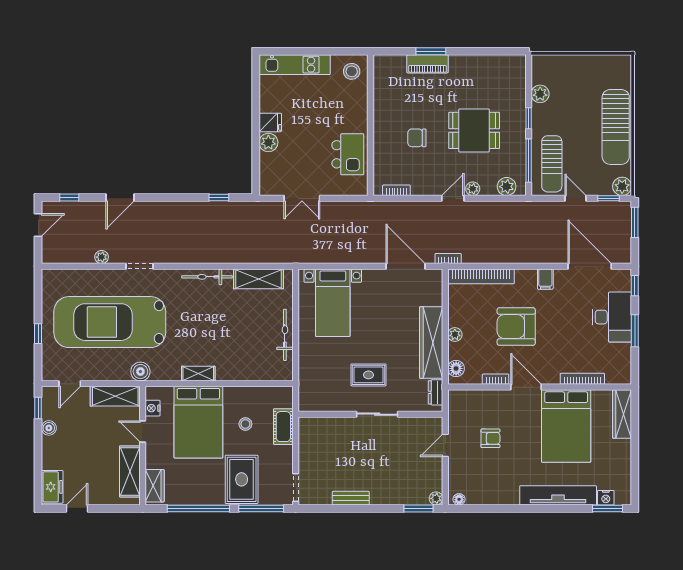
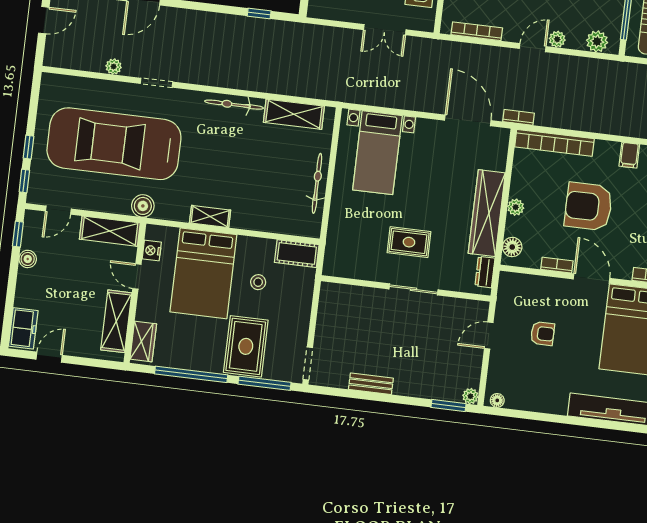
bookcase: (396, 190) -> (477, 31), width x1.56
double door: (302, 198) -> (385, 30), moved
window: (38, 363) -> (24, 181), added
cot: (283, 427) -> (297, 254), moved, turned 90

